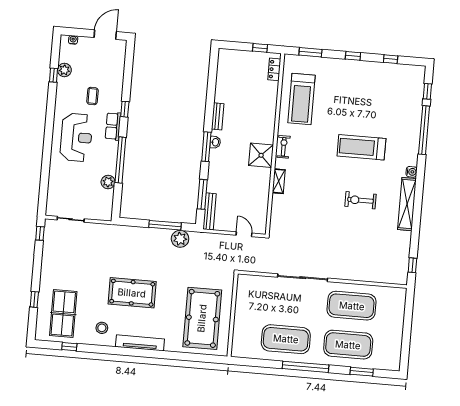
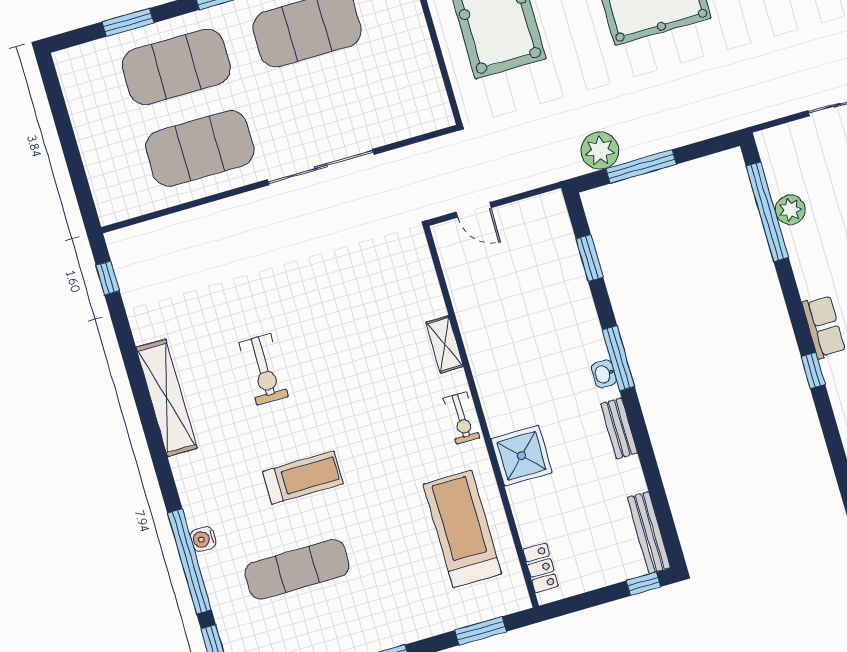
window: (260, 48) -> (643, 584), moved
exercise mat: (379, 109) -> (297, 569), added
treadmill: (361, 147) -> (303, 478), width x0.73, depth x0.73
shower: (261, 155) -> (521, 456), moved
window: (120, 160) -> (767, 212), moved
water cooler: (412, 172) -> (203, 539), moved
window: (202, 194) -> (590, 258), width x0.69
exercise bike: (360, 200) -> (264, 369), turned 90
bench: (210, 211) -> (649, 533), moved

